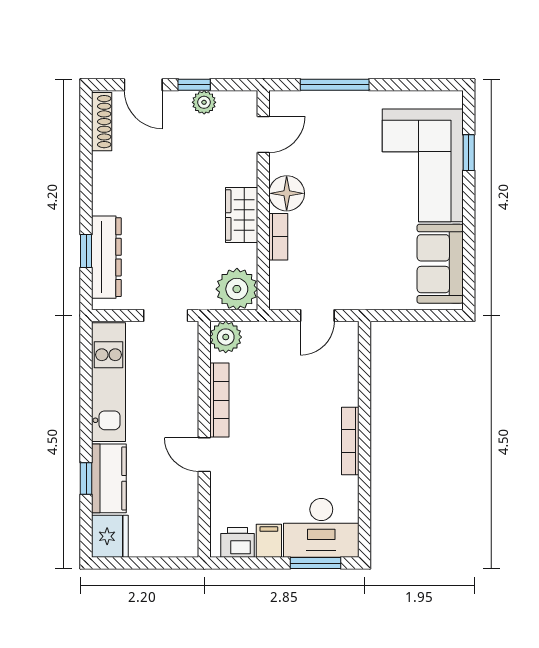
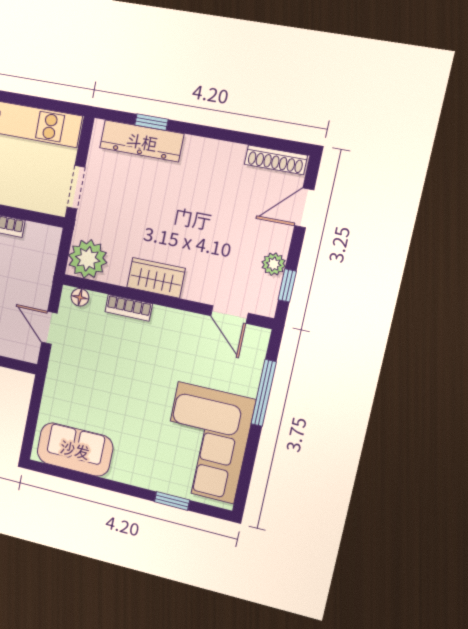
window: (194, 85) -> (287, 285), moved
corner sofa: (423, 165) -> (206, 443), moved, turned -90
floor lamp: (287, 193) -> (80, 297), moved, width x0.53, depth x0.53
plant: (226, 337) -> (46, 240), removed

